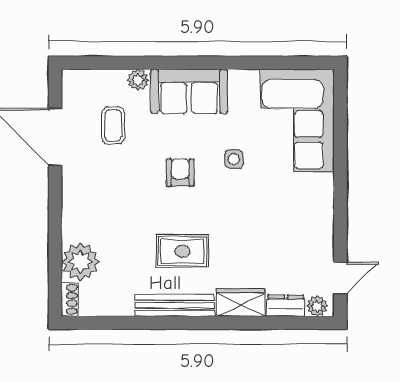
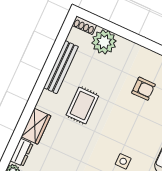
armchair: (180, 173) -> (143, 89), moved
bench: (175, 305) -> (61, 67), moved

